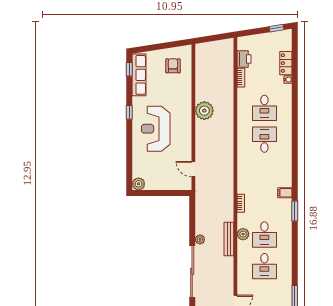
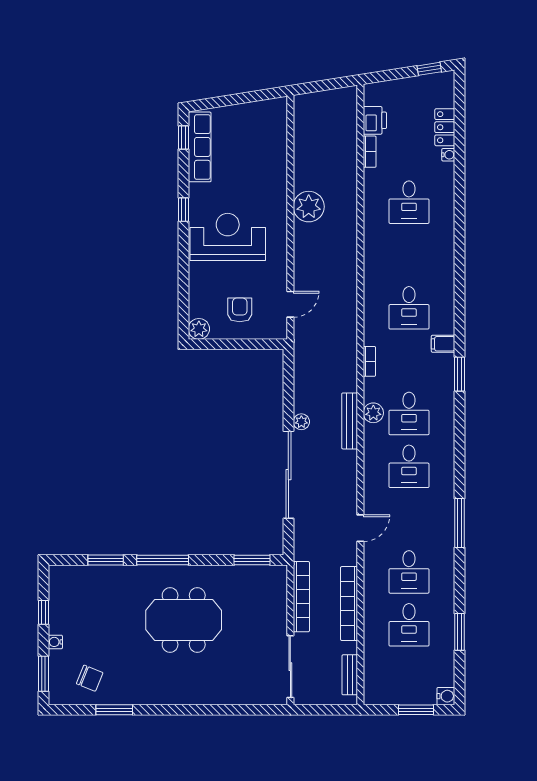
armchair: (173, 66) -> (240, 310), moved
reception desk: (156, 129) -> (228, 237), turned 90
desk: (264, 140) -> (409, 308), moved, turned 180
door: (193, 169) -> (290, 304), swing flipped

